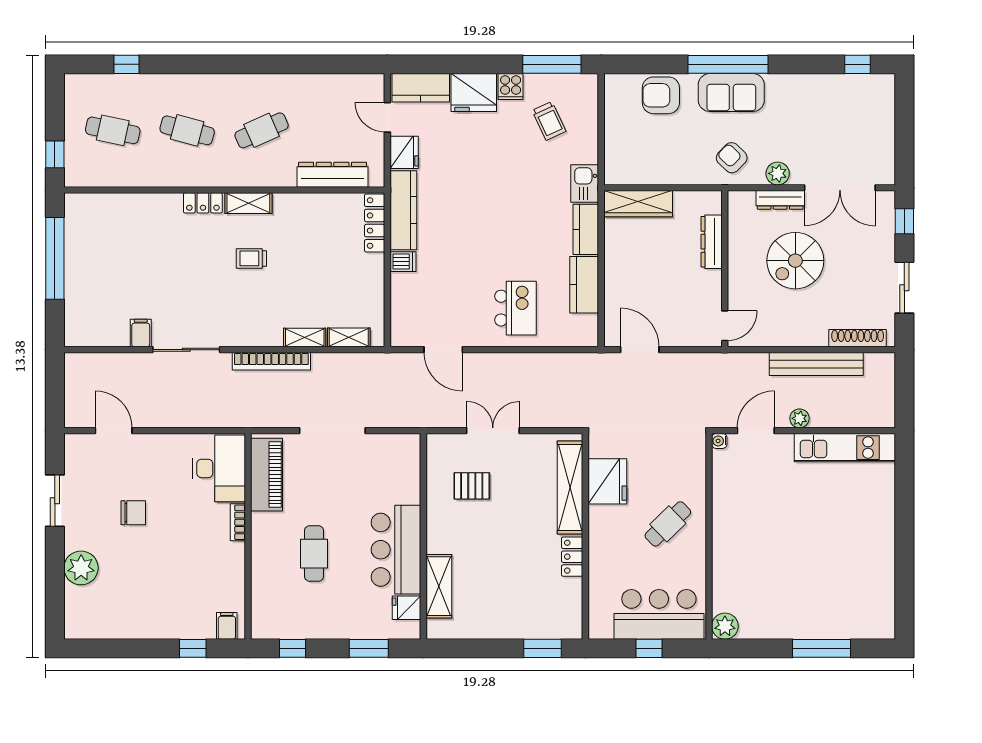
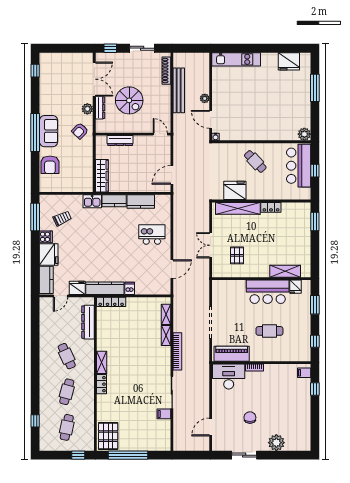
pallet: (95, 217) -> (108, 436), added
trolley: (251, 258) -> (128, 361), removed
kitchen unit: (845, 448) -> (236, 59), moved, turned 90
fridge: (877, 594) -> (289, 61), added

